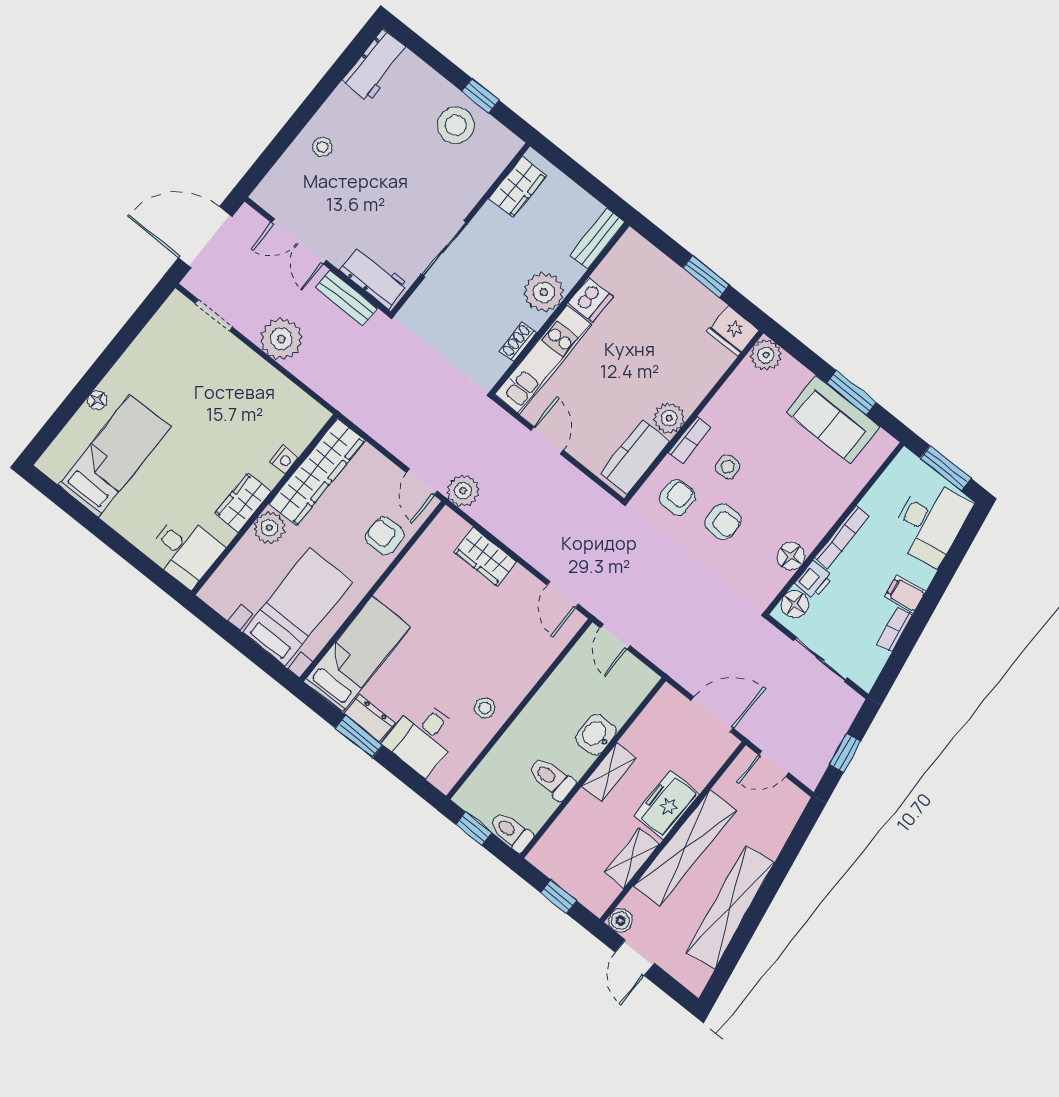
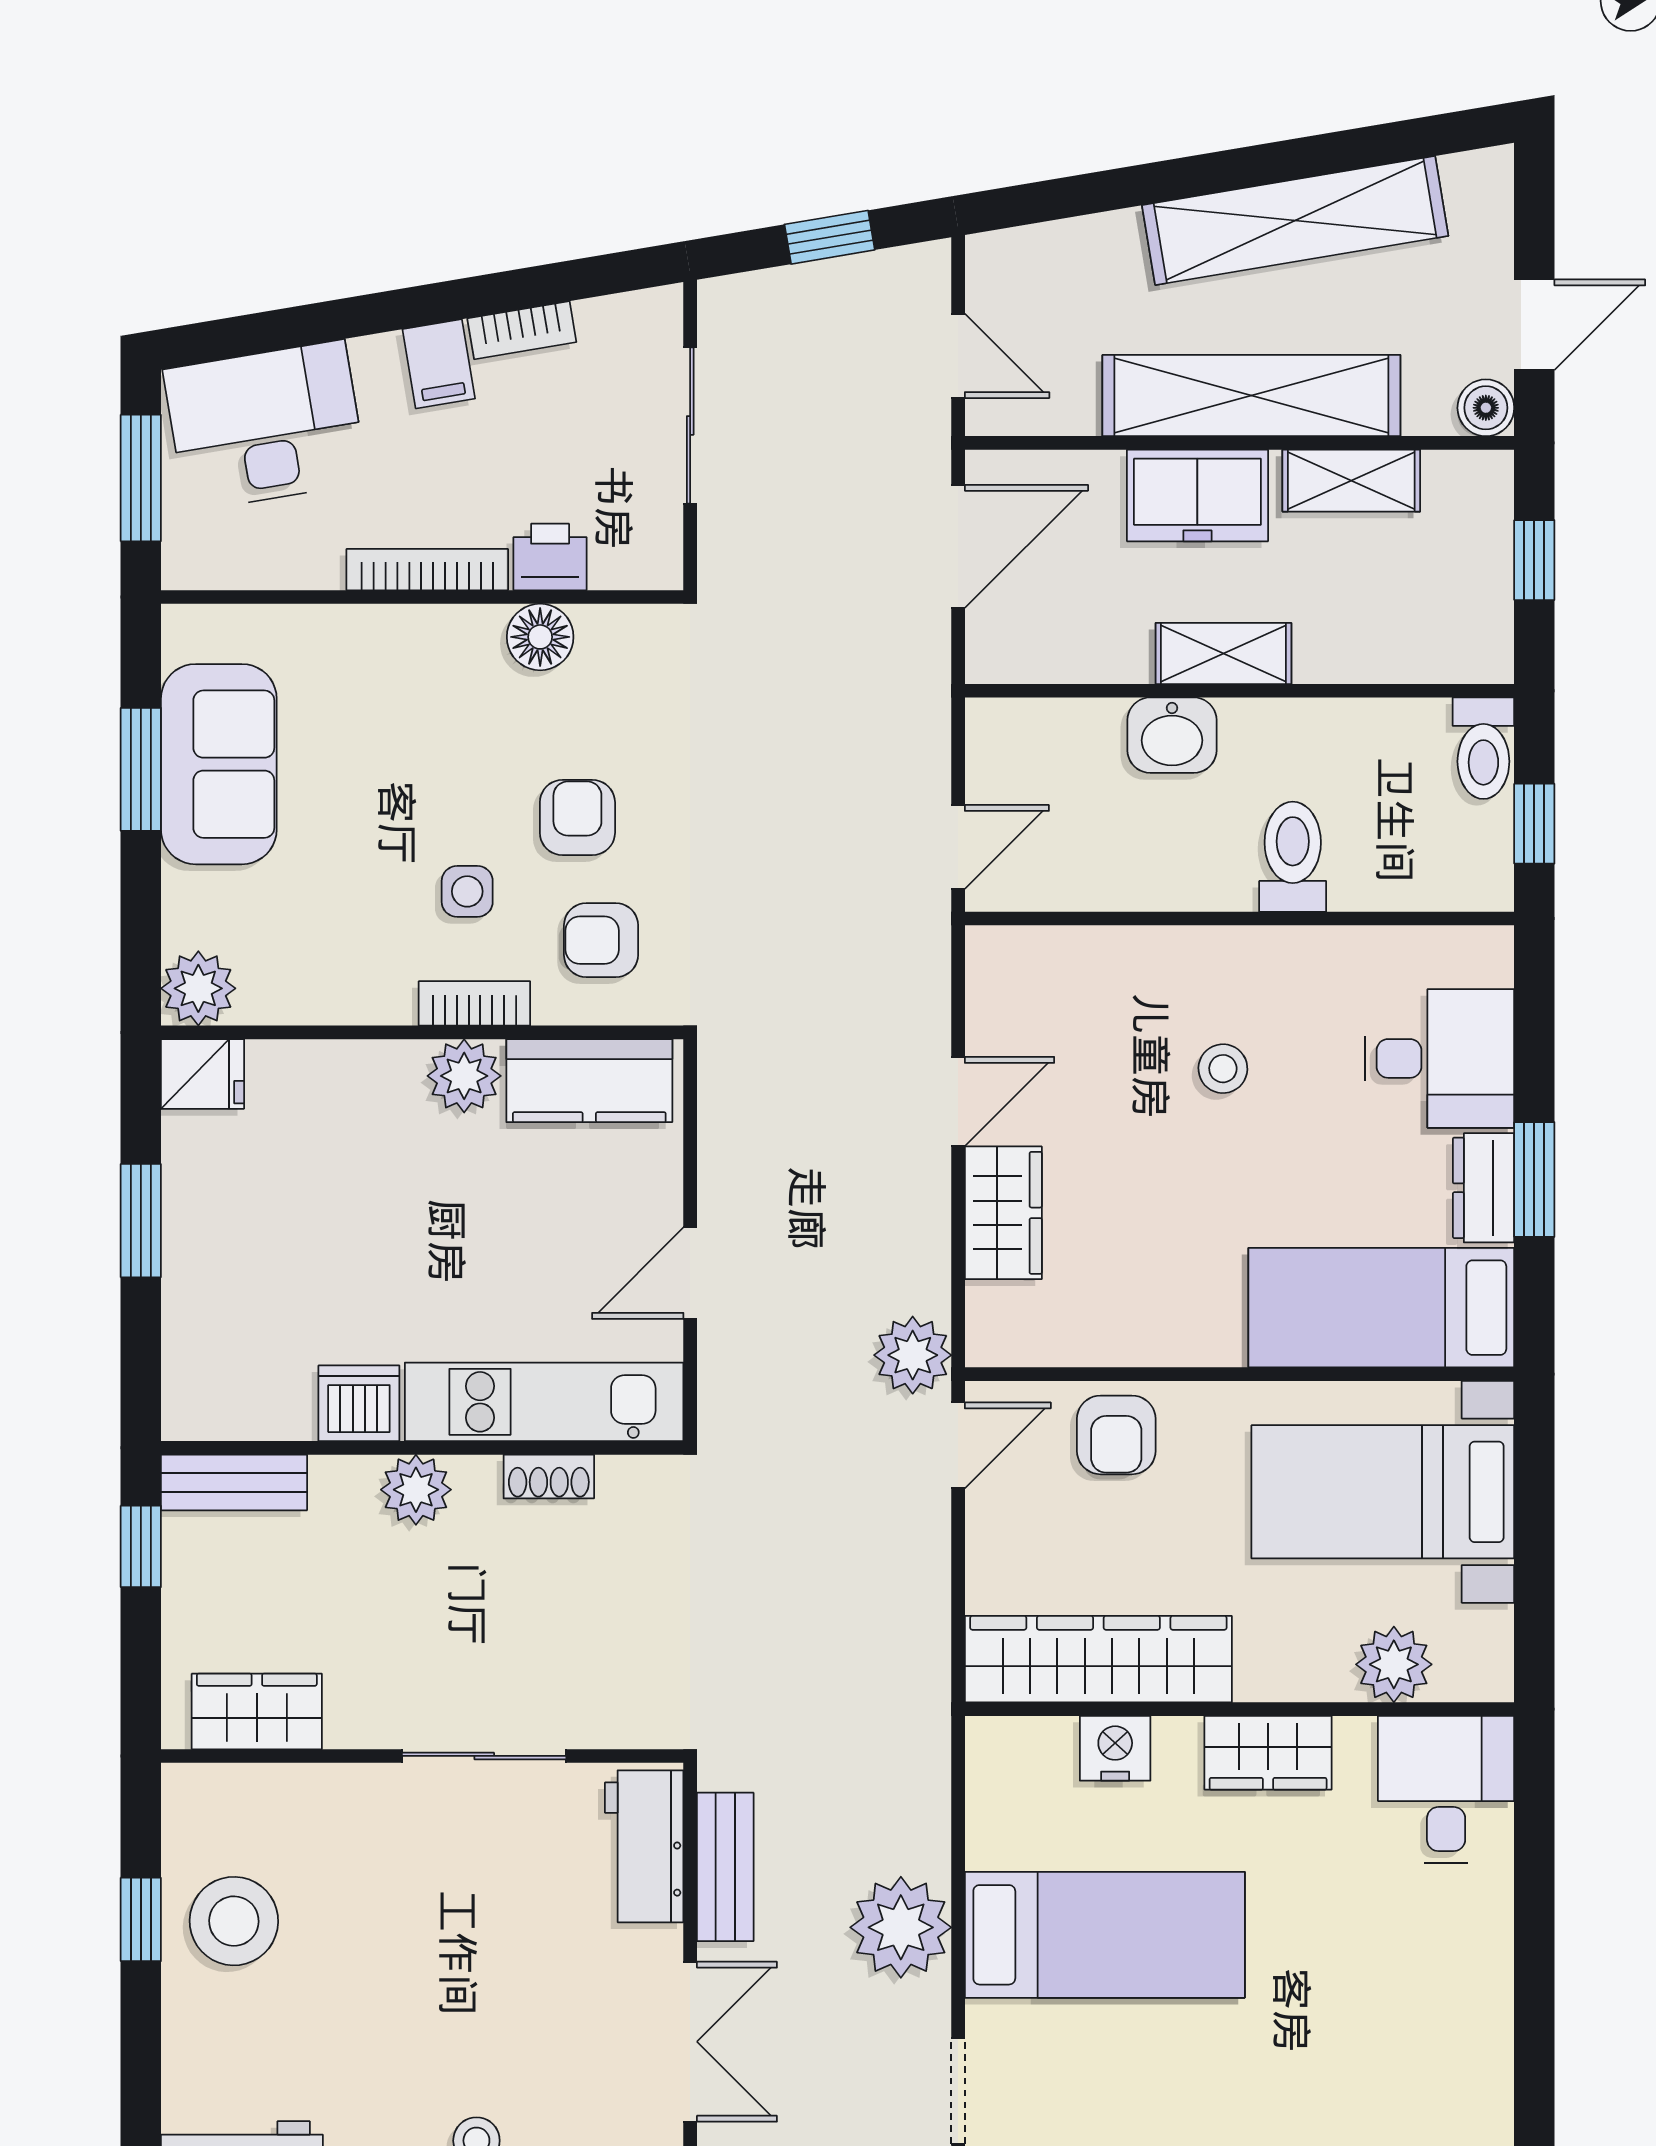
window: (601, 192) -> (141, 1546), added
plant: (544, 292) -> (416, 1490), width x0.73, depth x0.73
fridge: (733, 331) -> (202, 1074), width x0.72
bed: (114, 456) -> (1105, 1935), moved, turned 180
nightstand: (284, 460) -> (1115, 1748), width x1.39, depth x1.35
plant: (269, 528) -> (1394, 1664), moved
door: (563, 595) -> (958, 1102), moved
floor lamp: (795, 604) -> (625, 557), removed
stool: (485, 708) -> (1223, 1069), moved
door: (712, 714) -> (958, 546), swing flipped
toilet: (551, 779) -> (1293, 857), moved, turned 180

